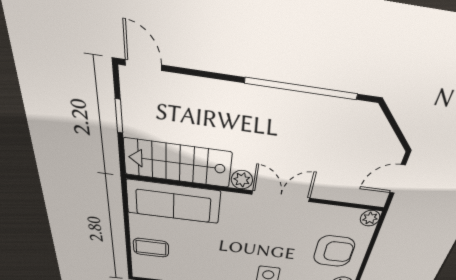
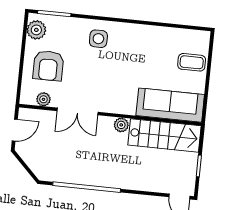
double door: (281, 196) -> (77, 111), moved
plant: (370, 218) -> (43, 99), moved
armchair: (334, 251) -> (48, 66), turned -90

